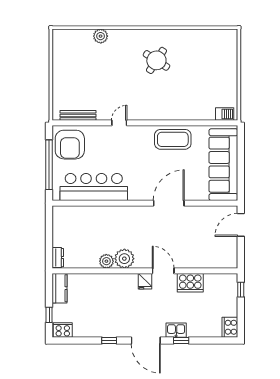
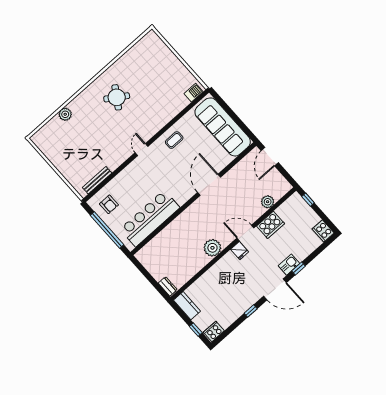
door: (119, 123) -> (142, 150), moved
coffee table: (173, 139) -> (174, 140), width x0.54, depth x0.58
armchair: (70, 145) -> (109, 204), width x0.53, depth x0.53
plant: (106, 261) -> (268, 202), moved

